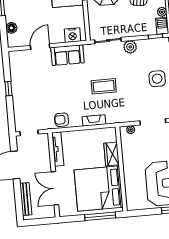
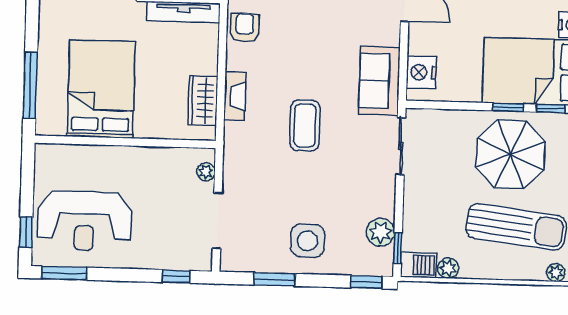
plant: (130, 47) -> (381, 232), moved
sofa: (67, 55) -> (379, 81), moved
wardrobe: (112, 154) -> (203, 101), moved, turned -90
bed: (99, 189) -> (101, 89), width x0.73

